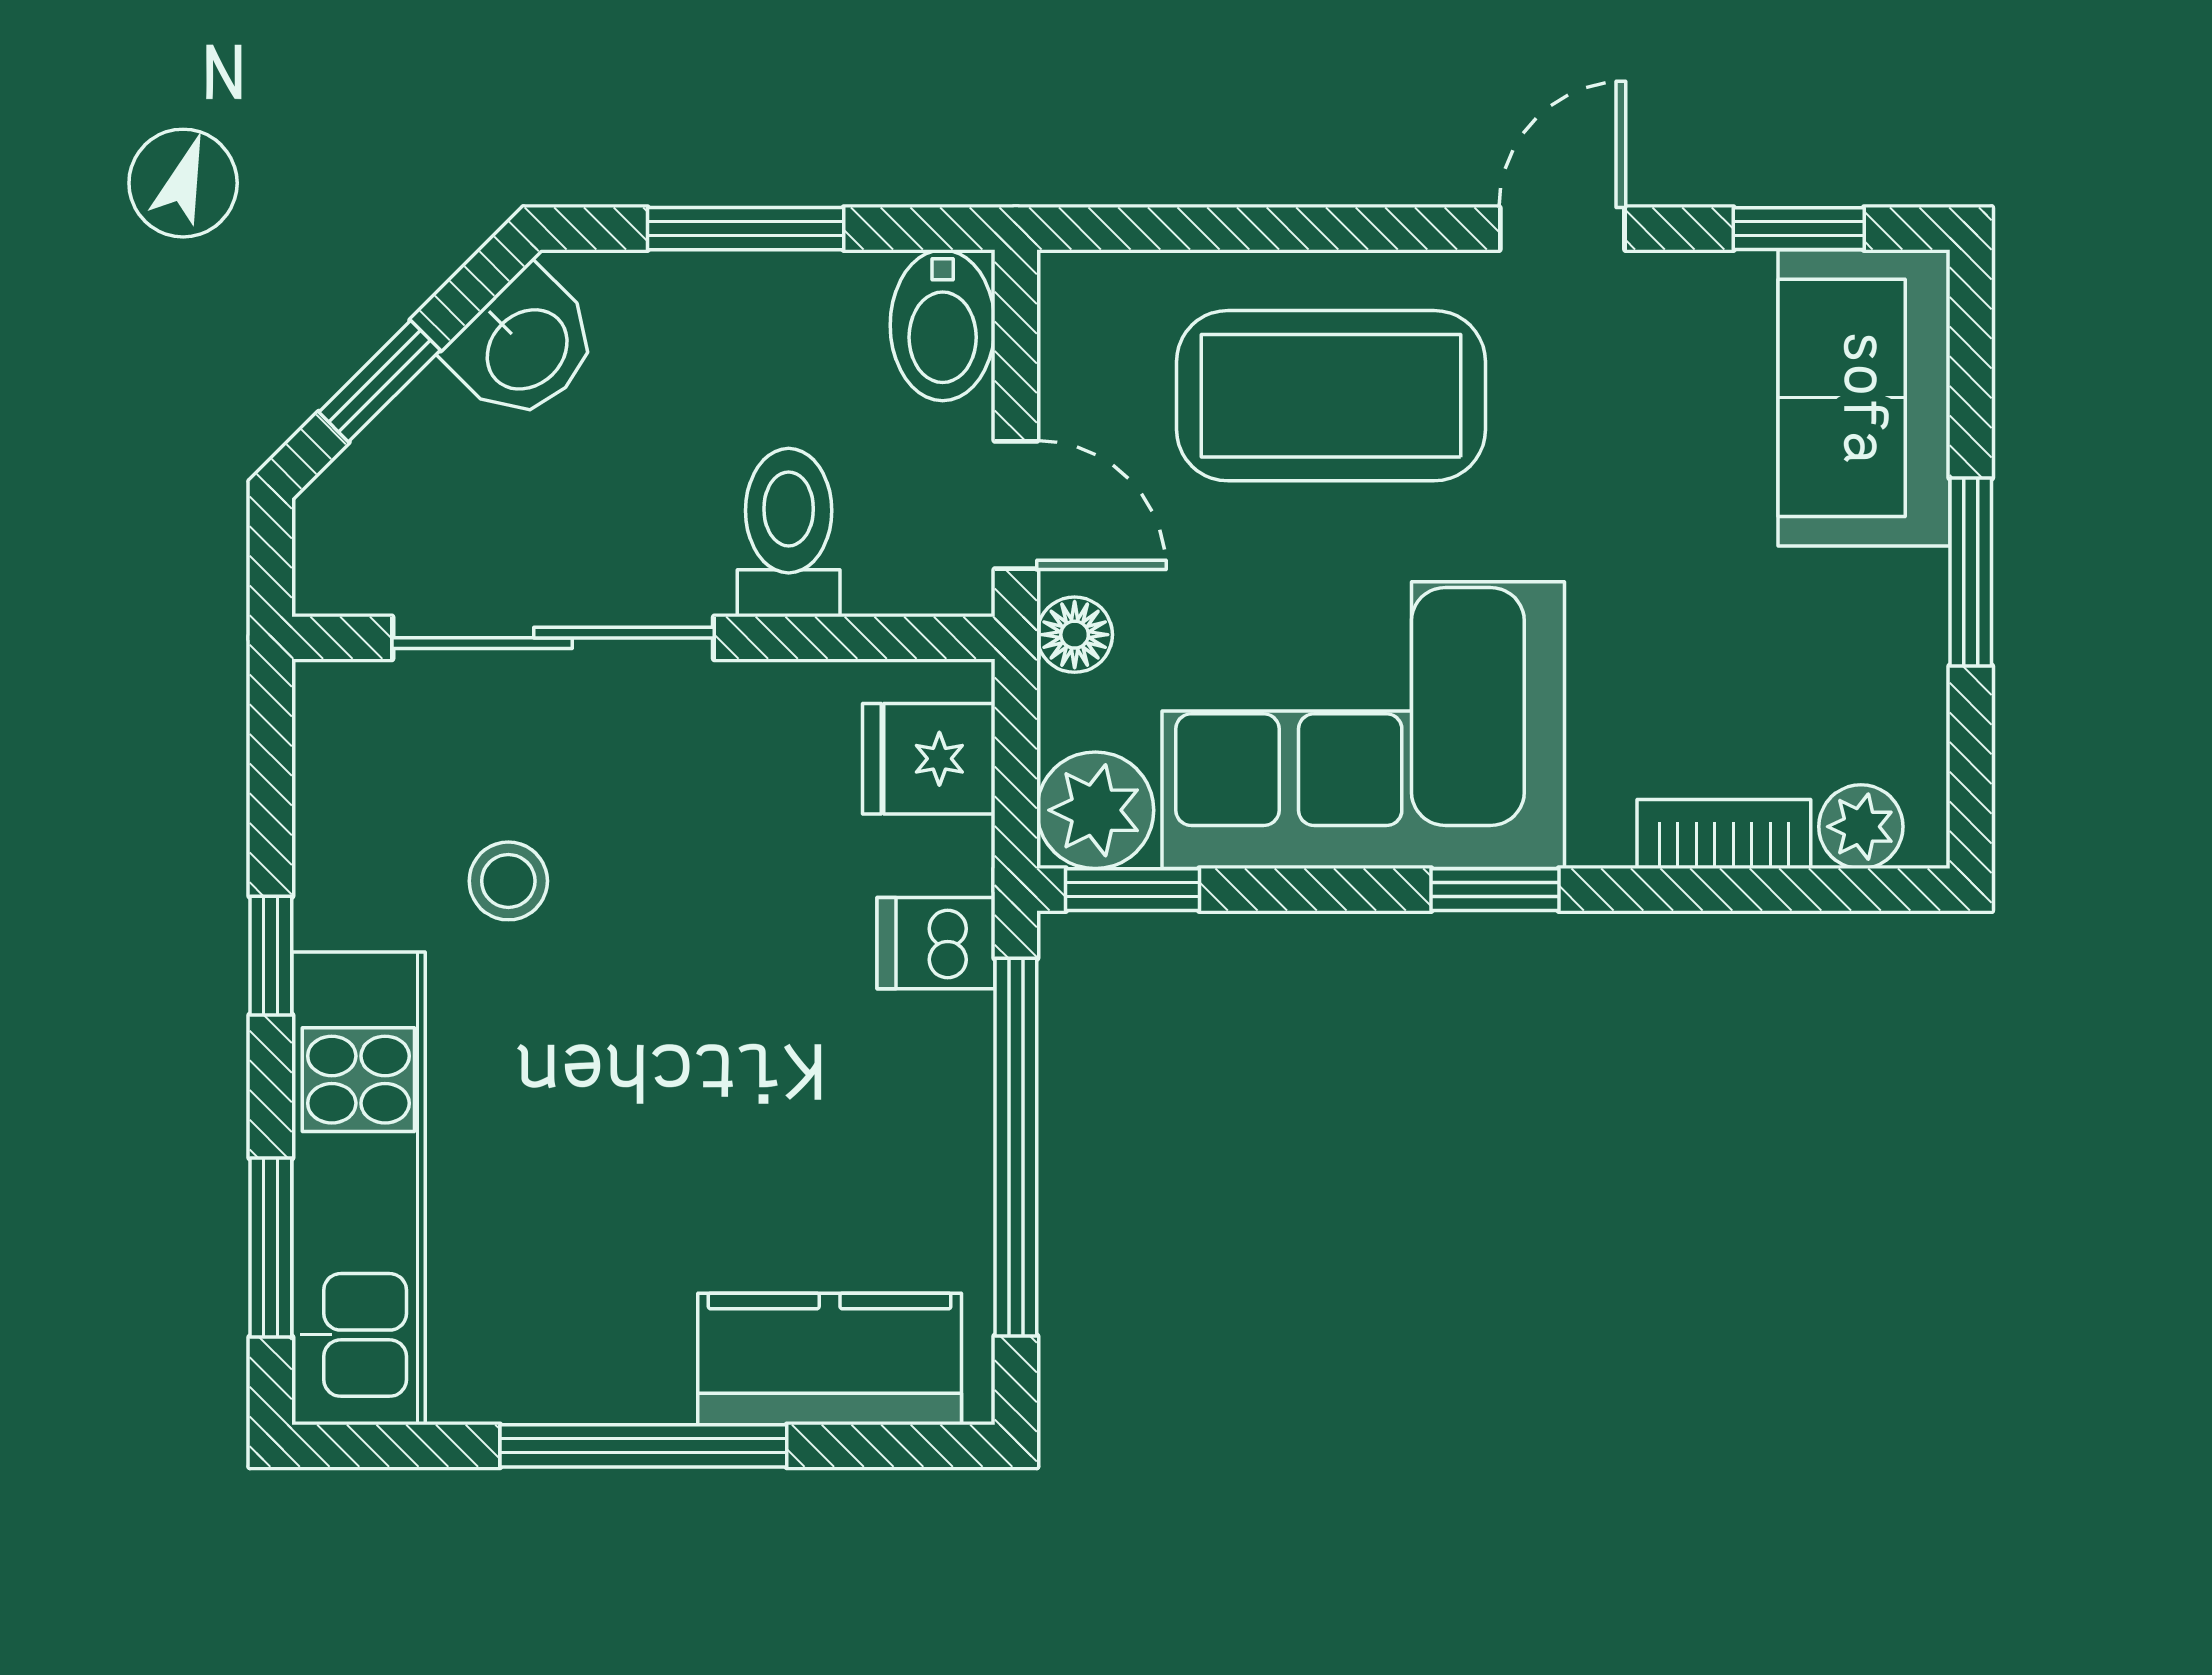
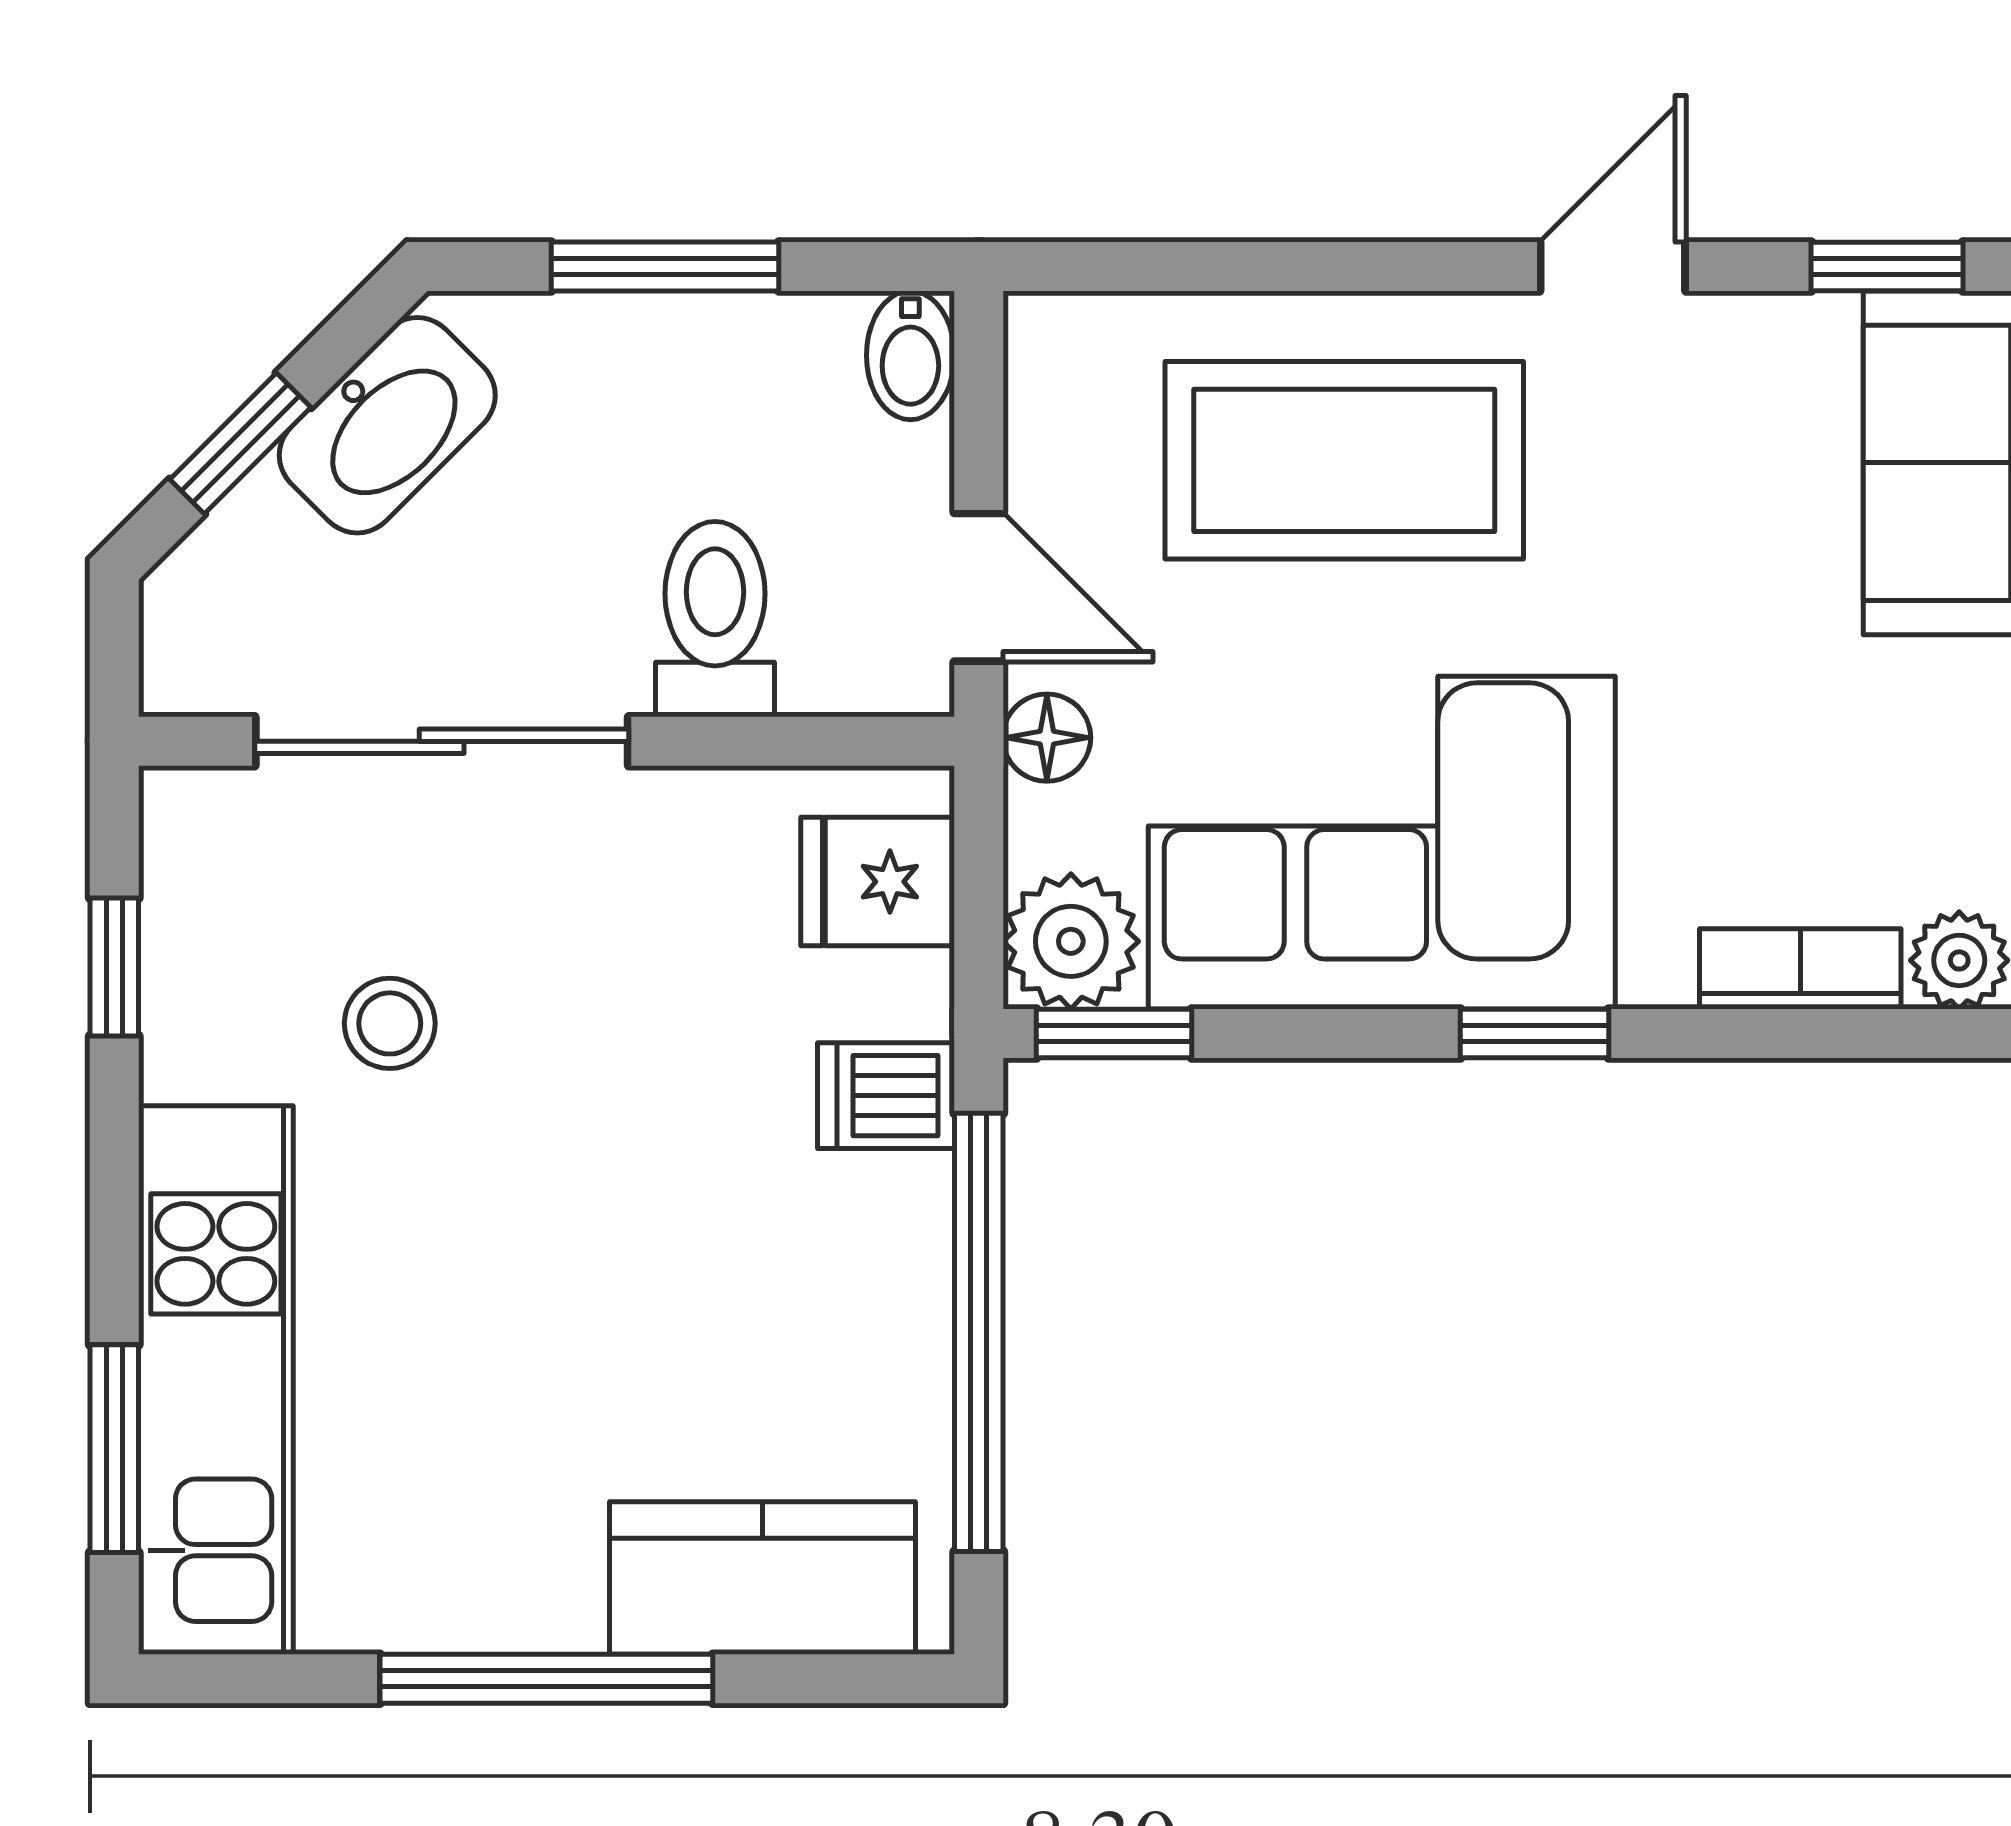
bidet: (943, 325) -> (910, 355), width x0.72, depth x0.74
washbasin: (525, 347) -> (387, 425), width x1.38
window: (271, 956) -> (114, 967), moved

